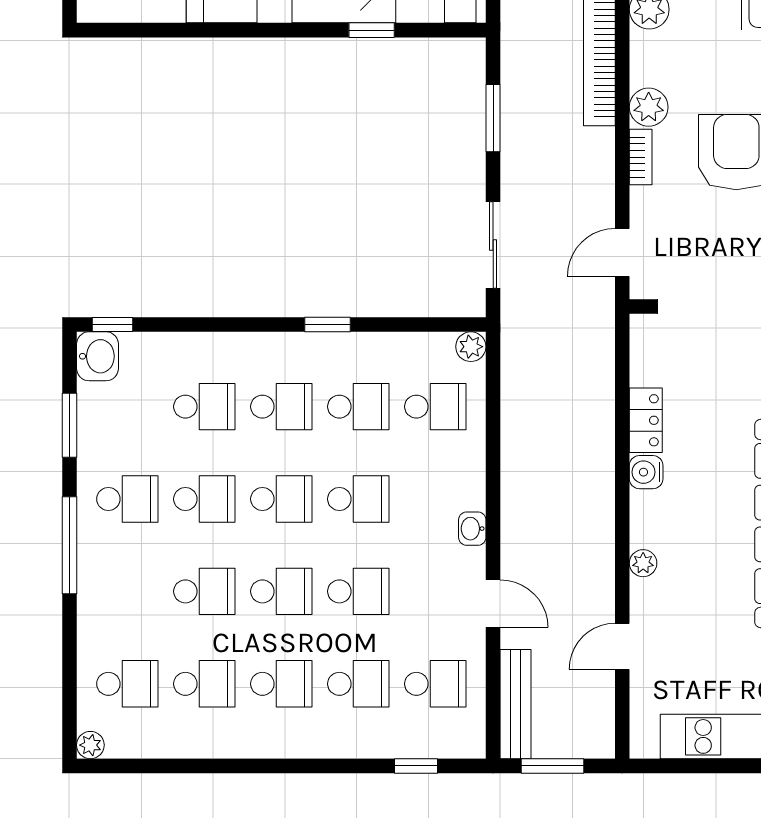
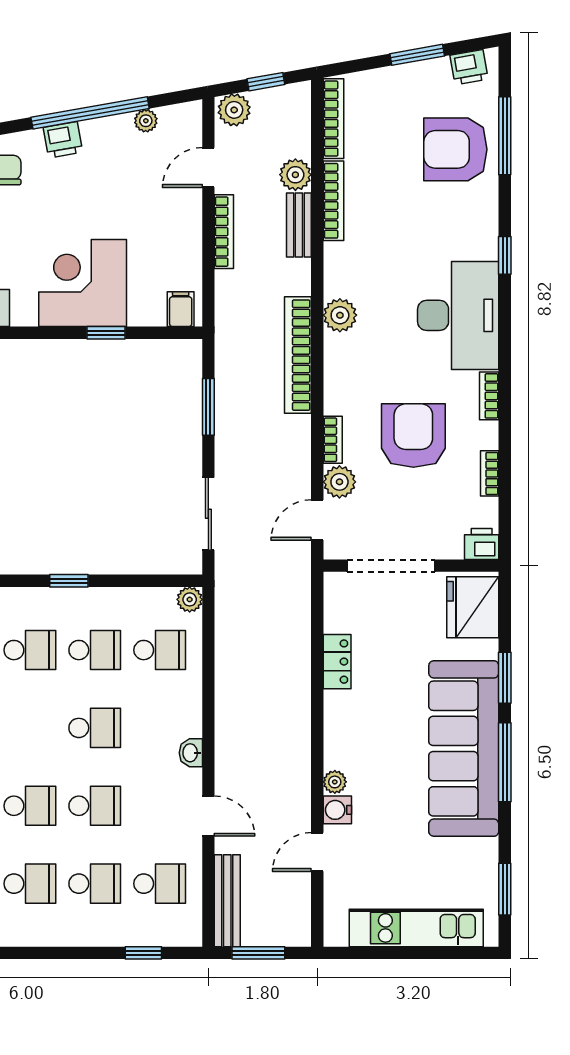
plant: (649, 107) -> (339, 482), moved
water cooler: (646, 472) -> (337, 810), moved
school desk: (281, 499) -> (30, 728), removed

